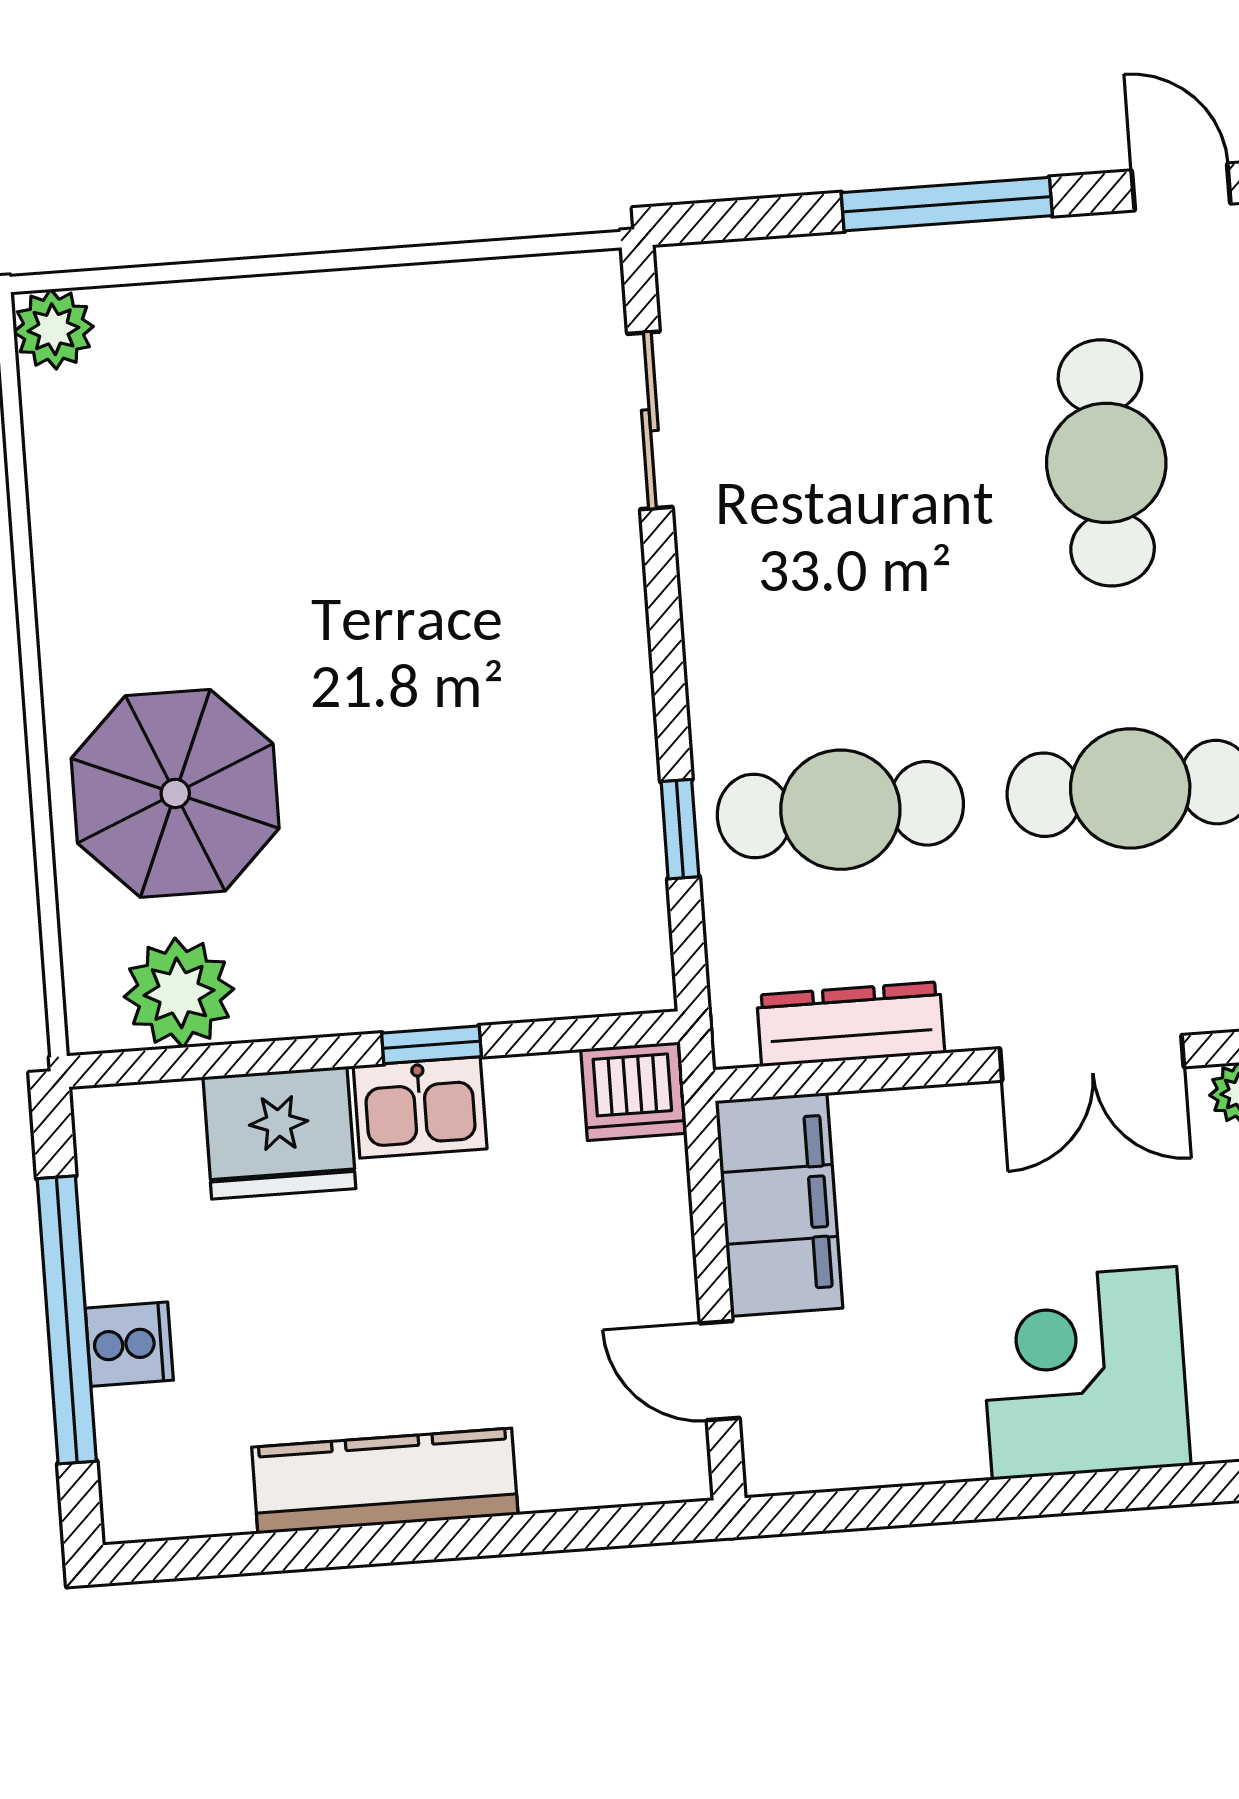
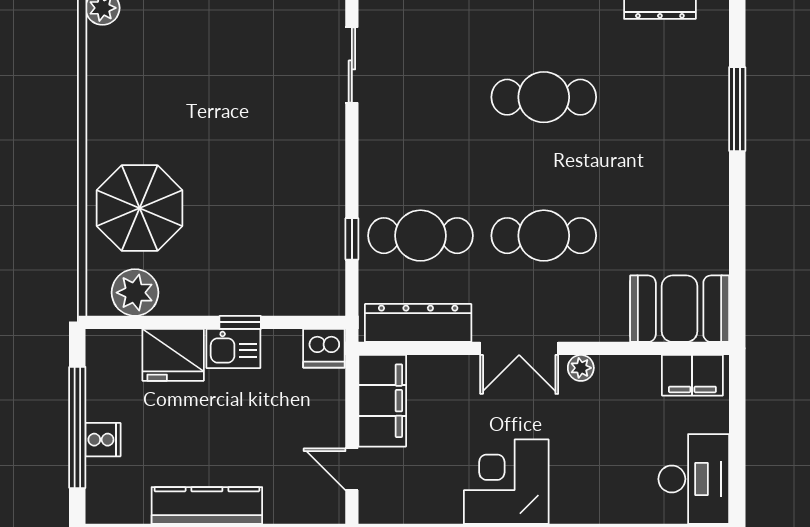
cafe table: (1106, 463) -> (544, 97), turned 90
dresser: (851, 1024) -> (418, 323), width x1.37, depth x1.24

